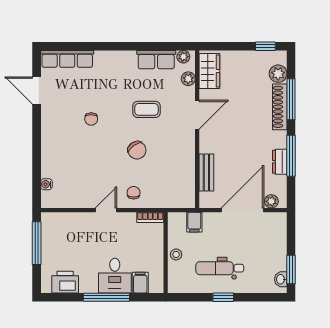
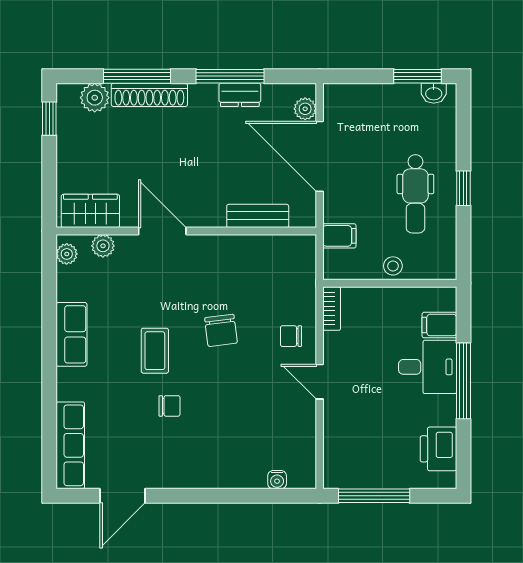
row of seats: (156, 60) -> (72, 334), moved
coffee table: (147, 109) -> (155, 351), moved
chair: (137, 150) -> (221, 330), turned 119

